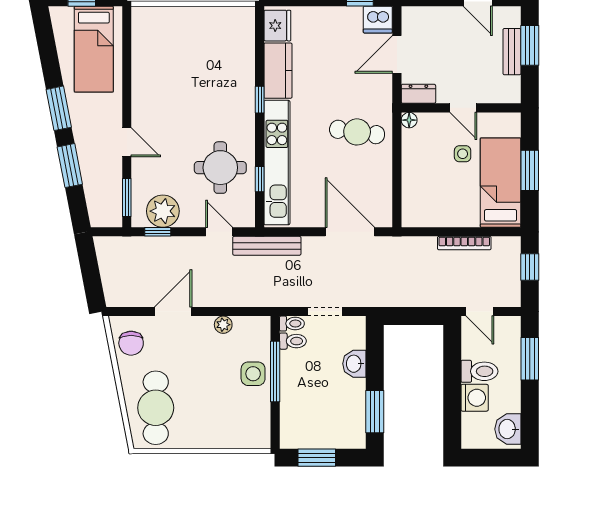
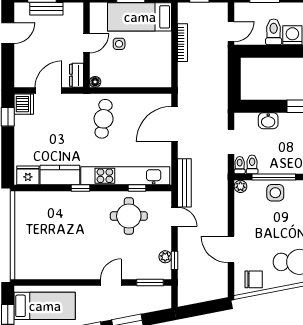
door: (397, 54) -> (48, 91), swing flipped
plant: (163, 211) -> (165, 257), width x0.53, depth x0.53
door: (219, 232) -> (174, 217), swing flipped
plant: (223, 325) -> (240, 186), moved

